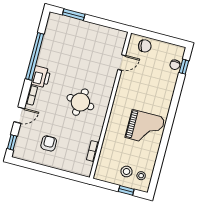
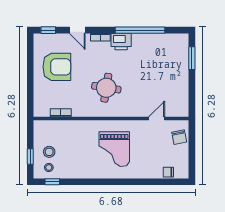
door: (122, 62) -> (157, 118), swing flipped
window: (184, 67) -> (52, 182), moved
grand piano: (145, 128) -> (114, 149), moved
armchair: (49, 143) -> (57, 67), width x1.88, depth x1.88

